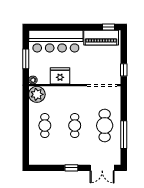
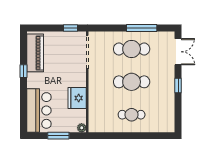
window: (108, 27) -> (23, 71), moved
bar counter: (56, 41) -> (39, 110), width x0.73
plant: (37, 94) -> (97, 123), removed
cafe table: (75, 126) -> (132, 82), width x1.37, depth x1.35

